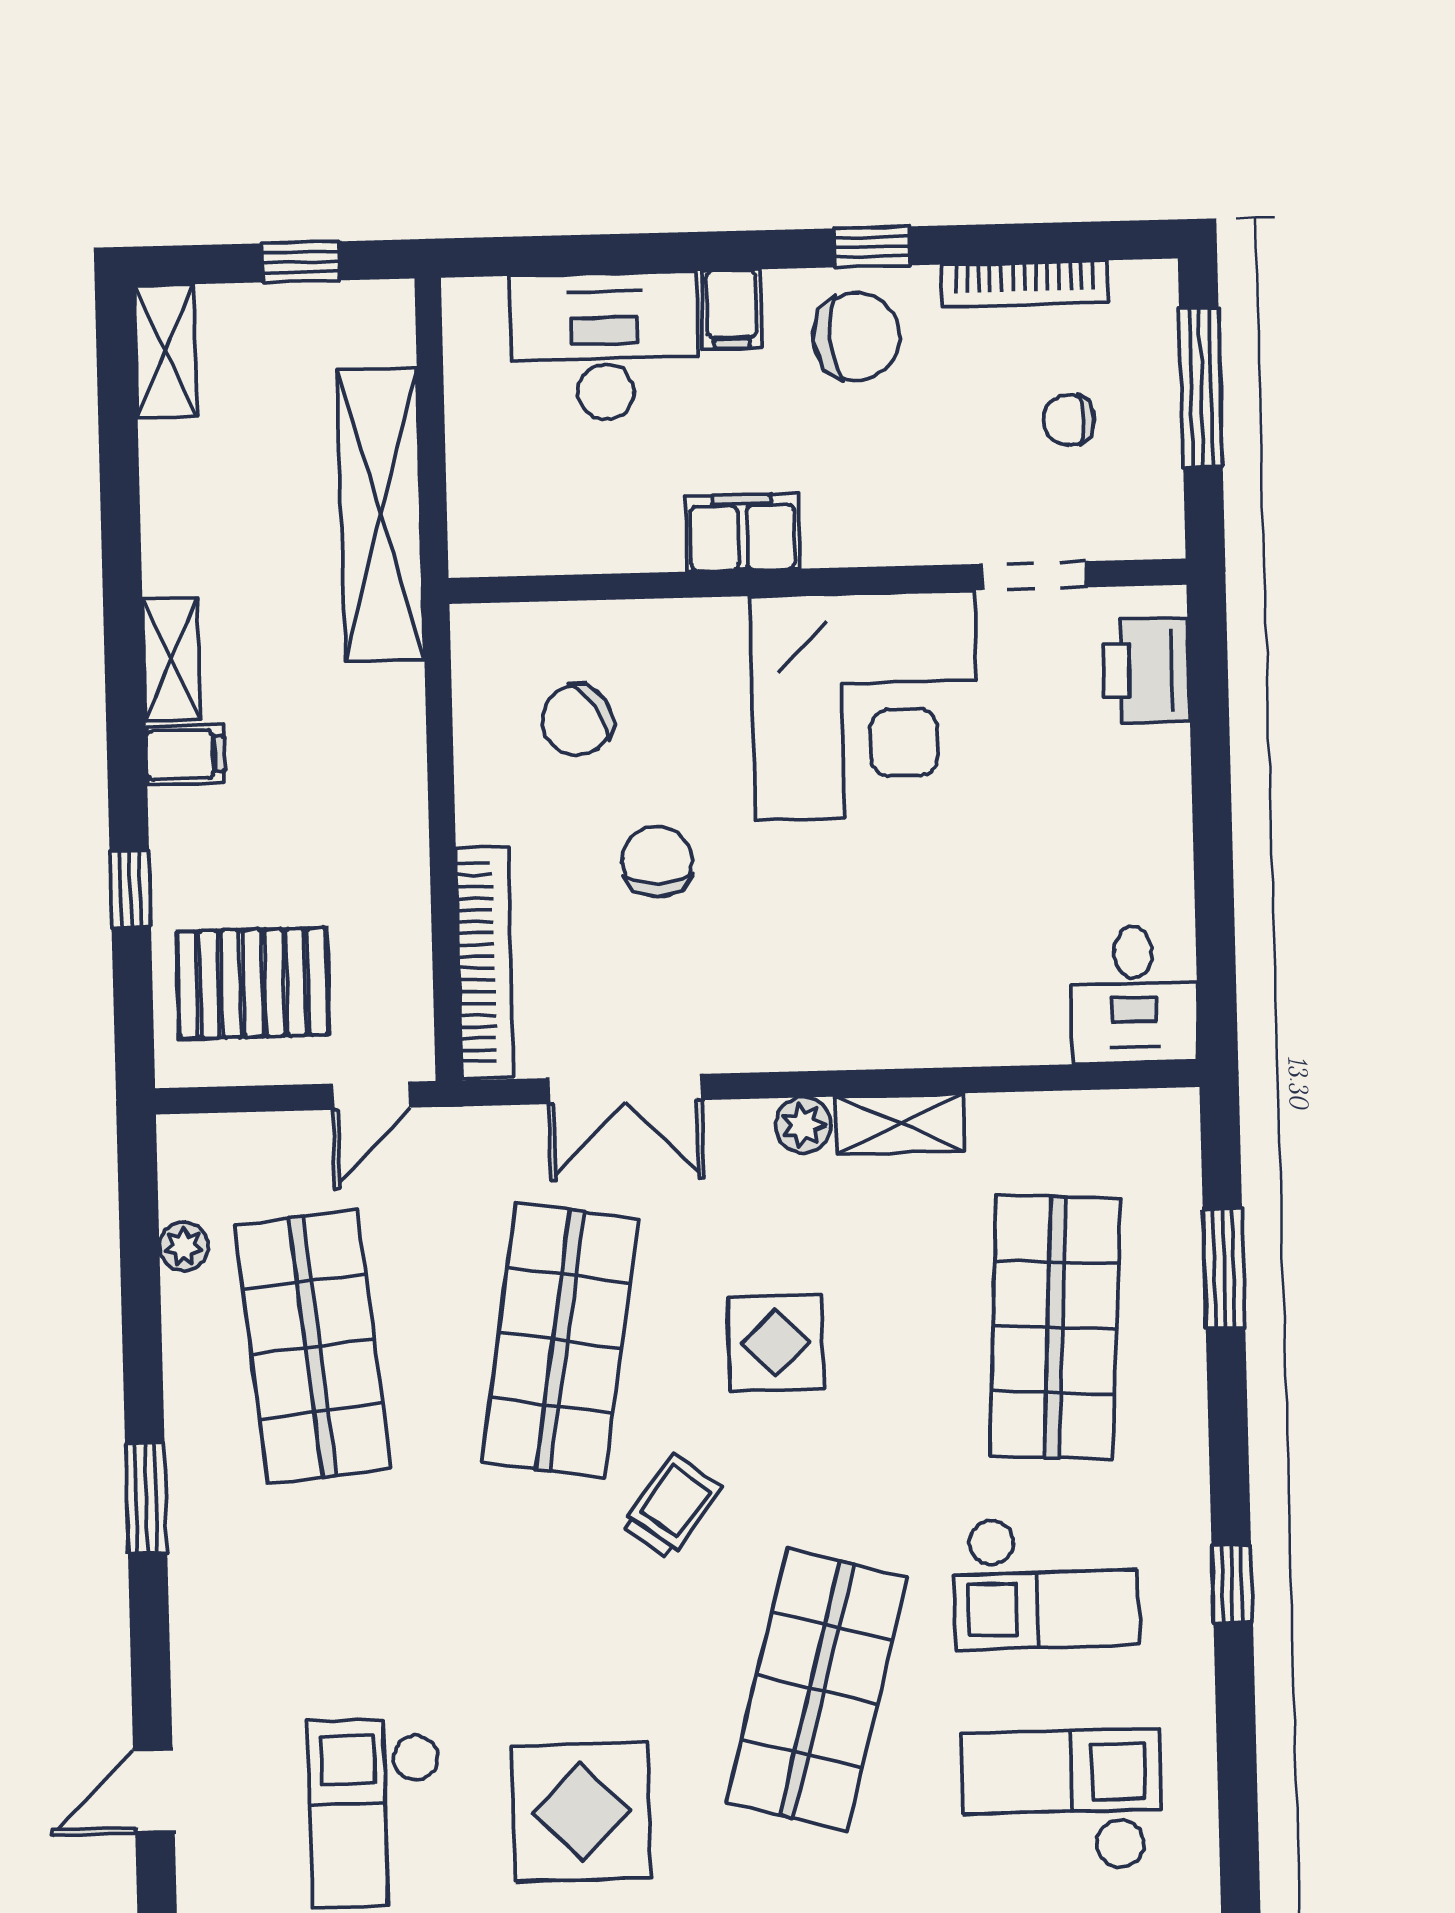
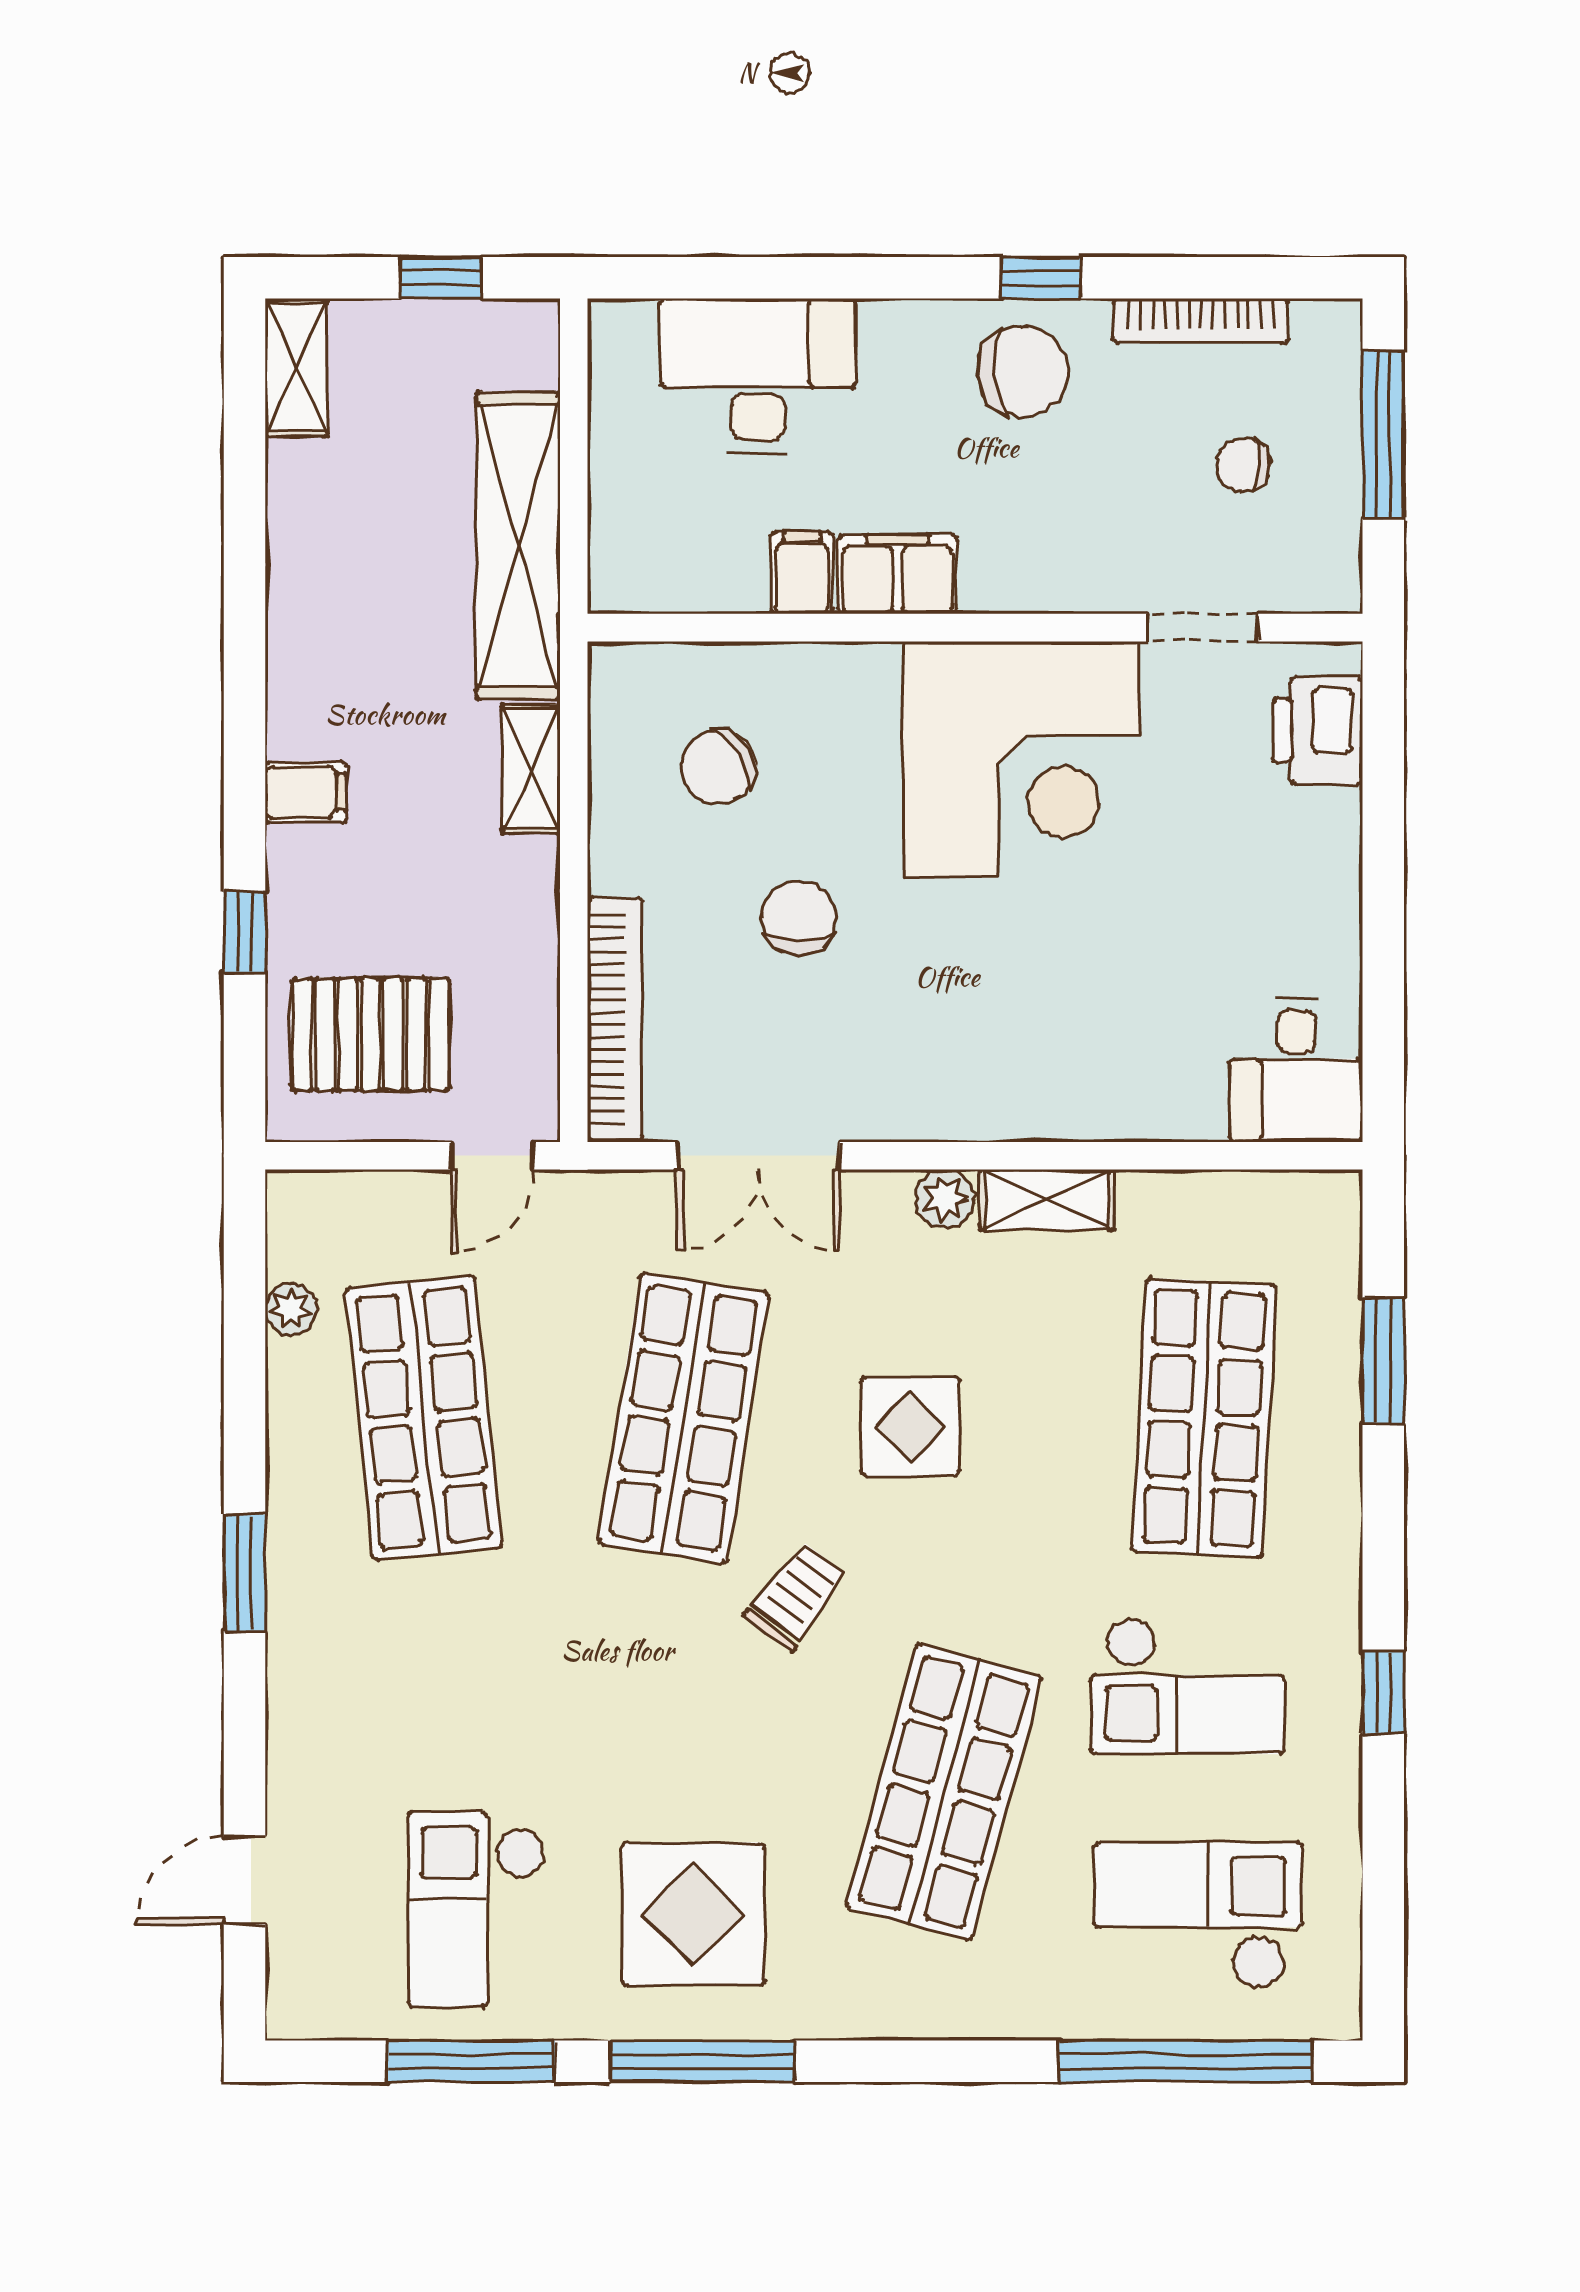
filing cabinet: (731, 309) -> (802, 573), moved, turned 180
shelving: (171, 659) -> (531, 769), moved

